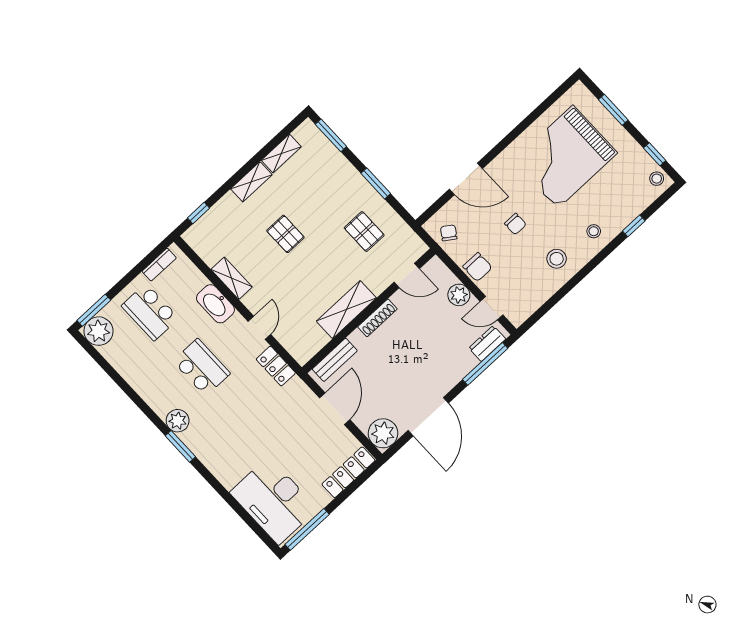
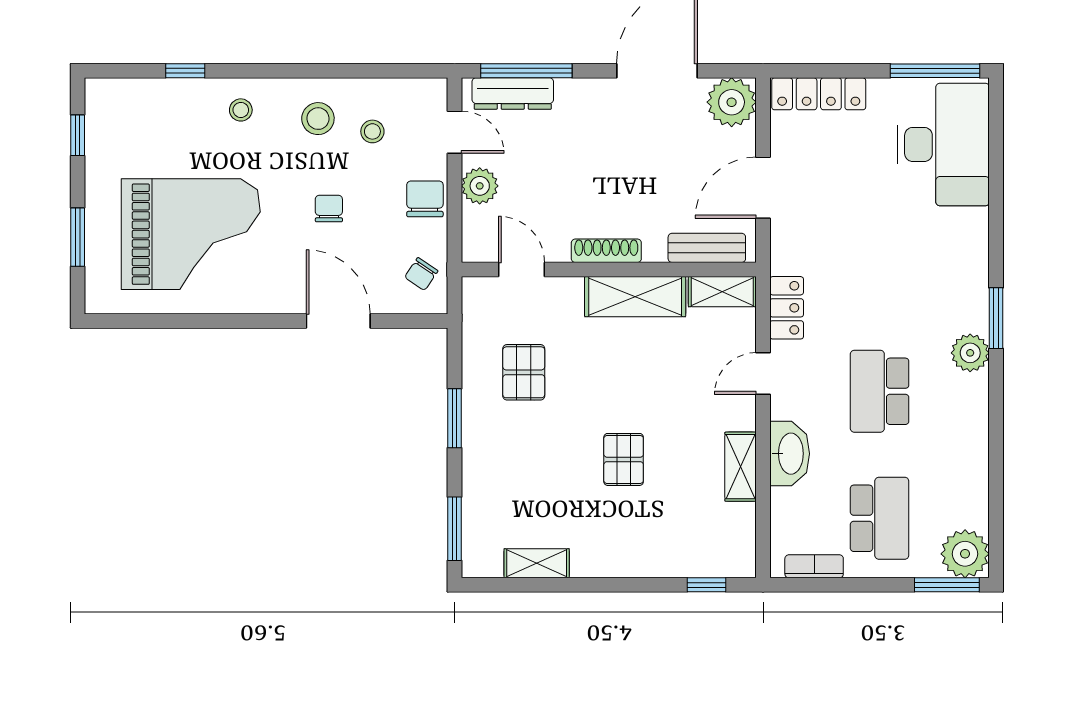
stool: (657, 179) -> (372, 131), moved
shelving: (251, 182) -> (722, 292), moved
dresser: (487, 344) -> (513, 93), width x1.44

